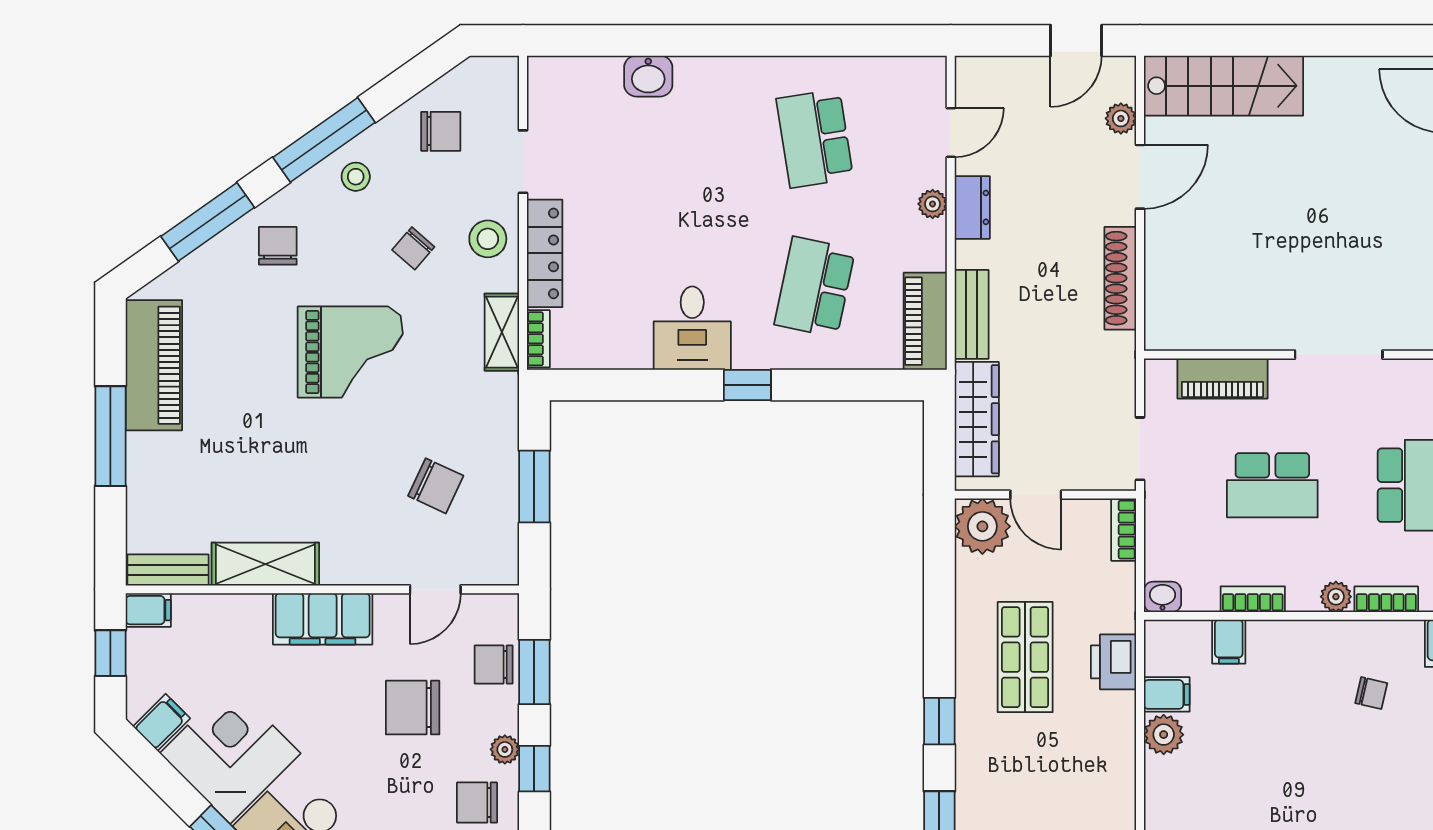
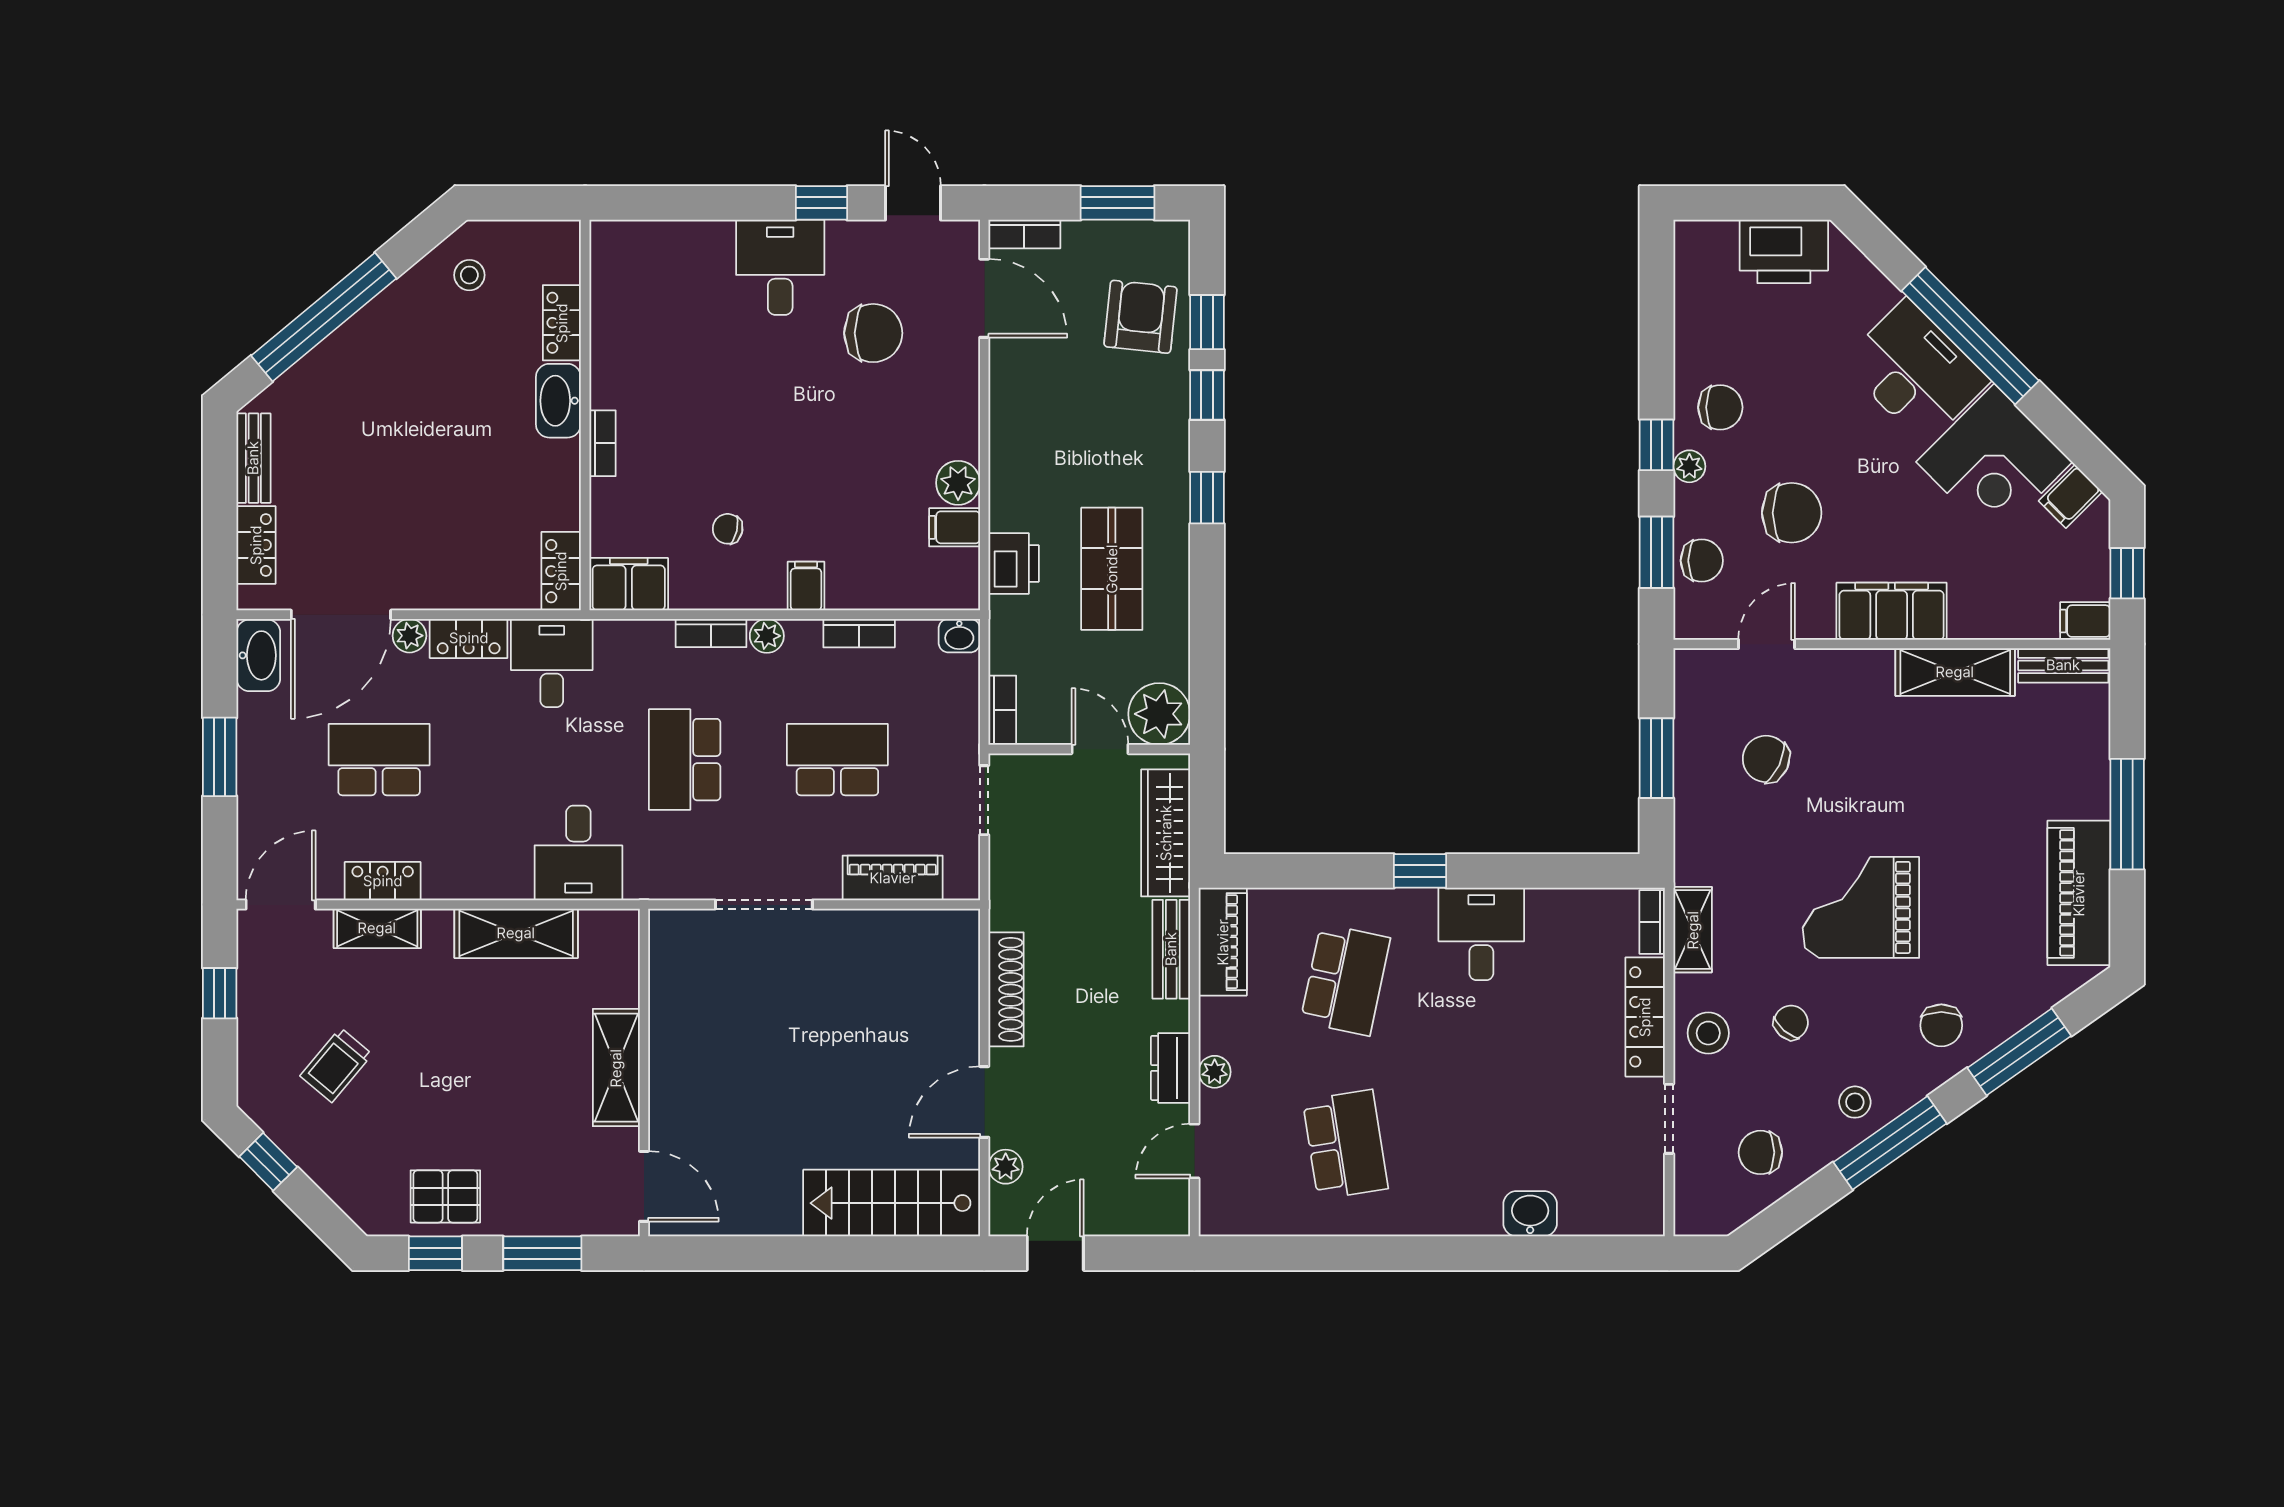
filing cabinet: (1229, 642) -> (806, 586), moved

